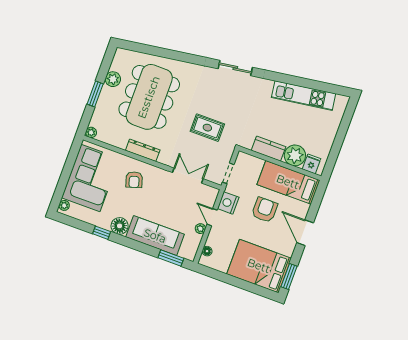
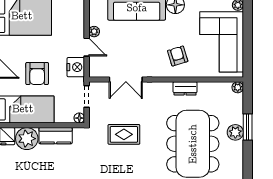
plant: (113, 79) -> (235, 132), moved
dresser: (143, 150) -> (185, 88), width x0.70
floor lamp: (207, 251) -> (79, 118), moved

